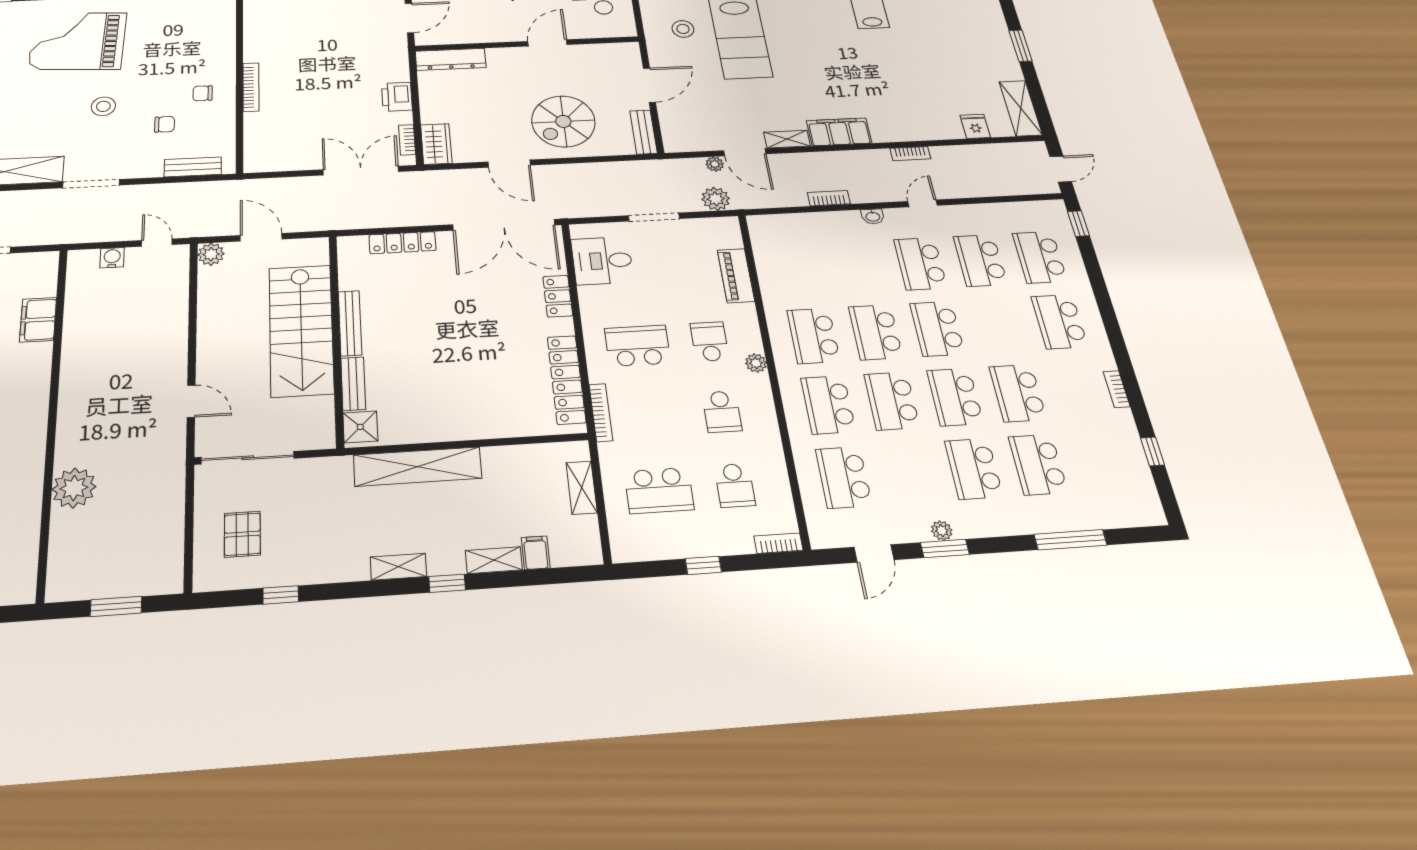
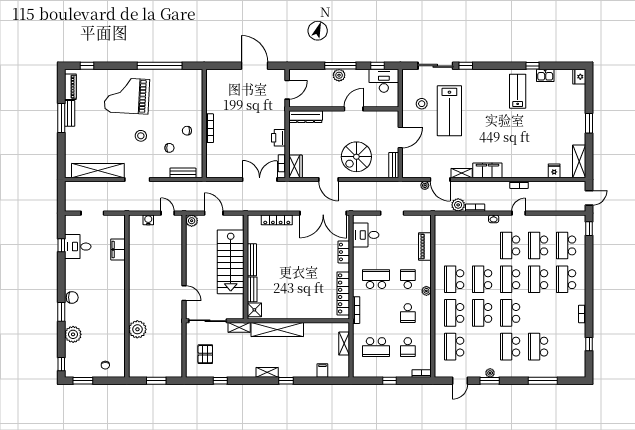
plant: (716, 199) -> (458, 205), moved
school desk: (1018, 393) -> (538, 279), moved
shelving: (494, 560) -> (239, 327), moved

